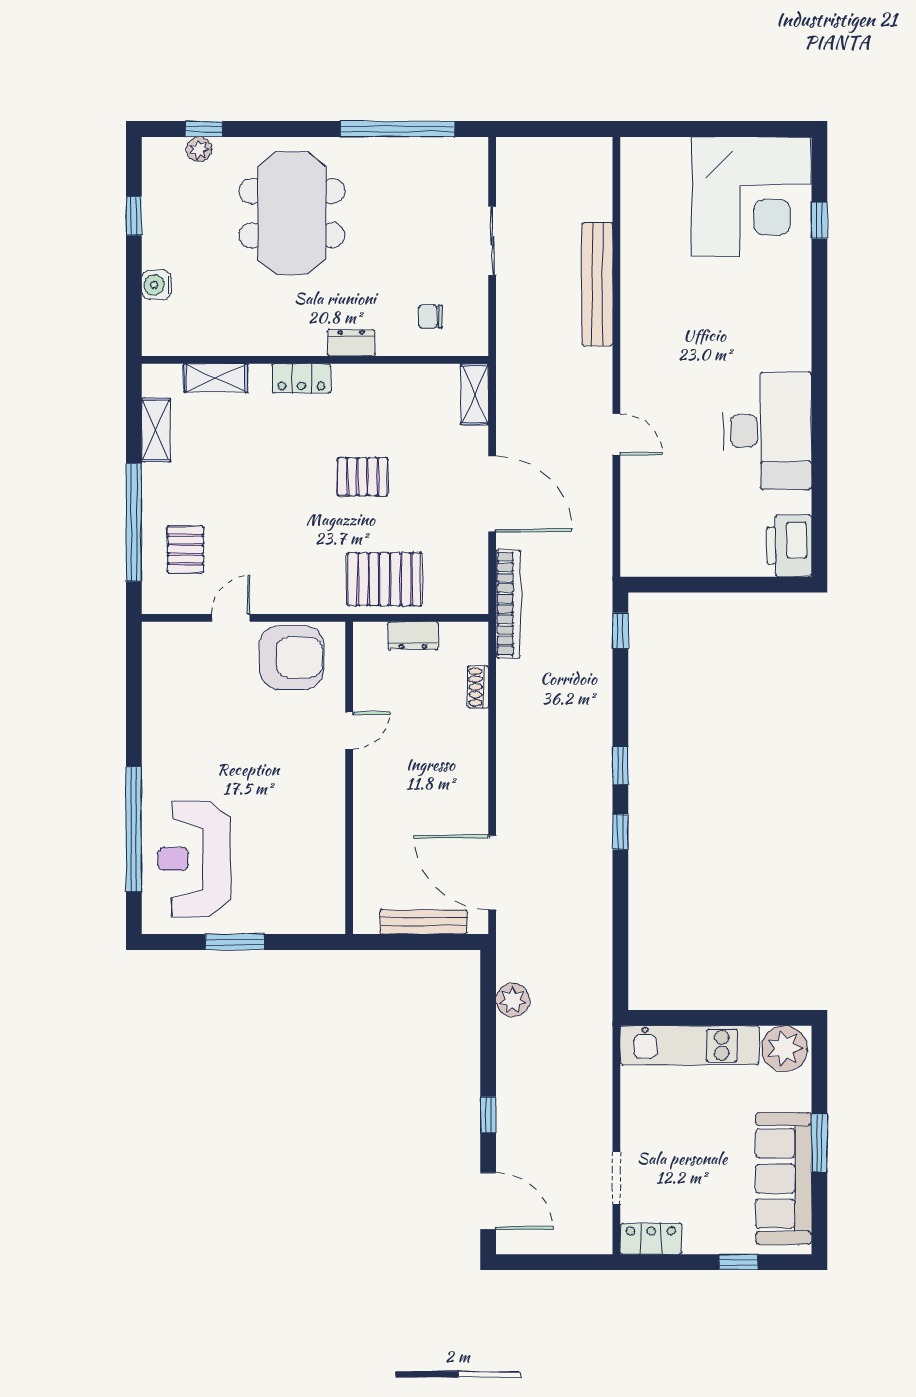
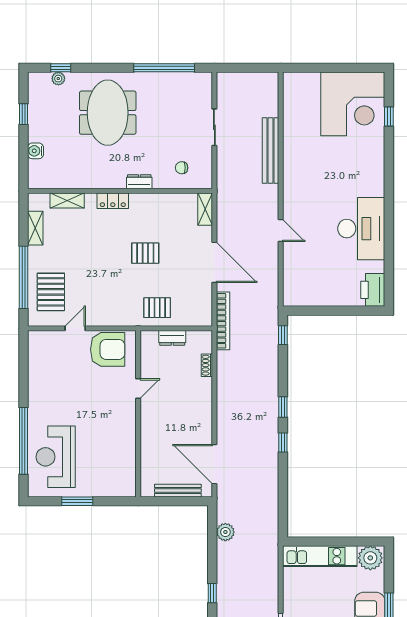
pallet: (185, 549) -> (51, 292), width x1.50, depth x1.42
pallet: (385, 579) -> (157, 308), width x0.67, depth x0.71

